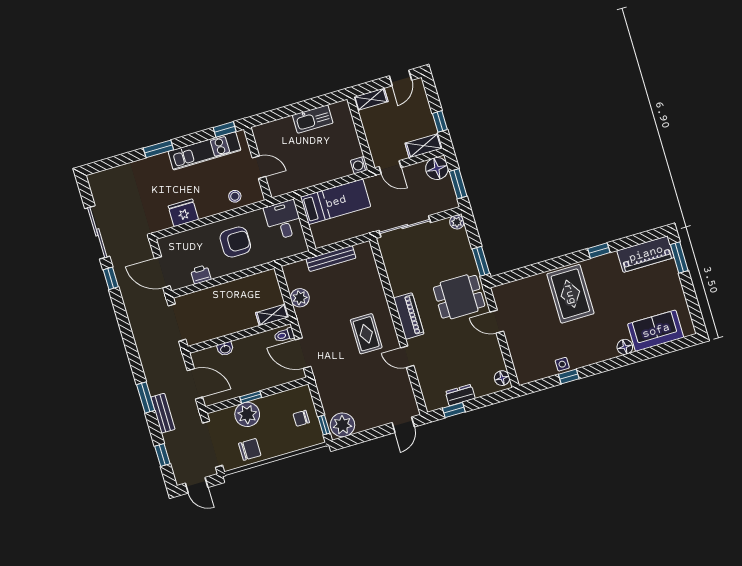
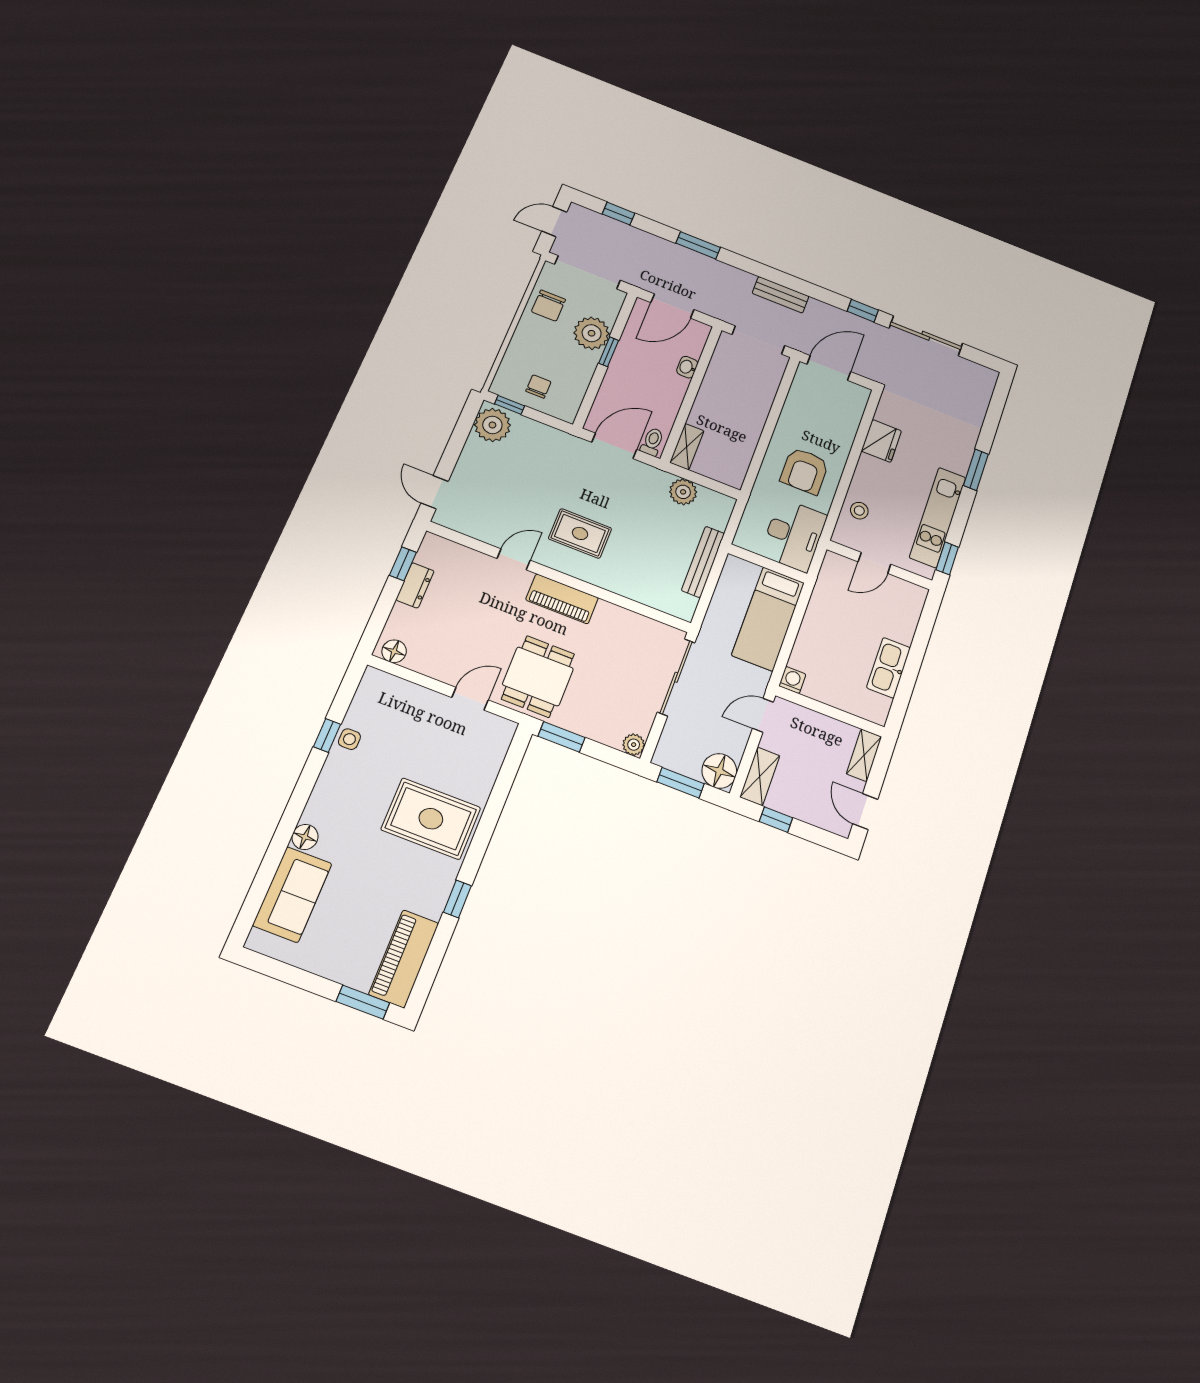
desk: (283, 220) -> (794, 535), width x1.37
printer: (201, 274) -> (795, 406), removed
bench: (163, 413) -> (781, 295), moved

